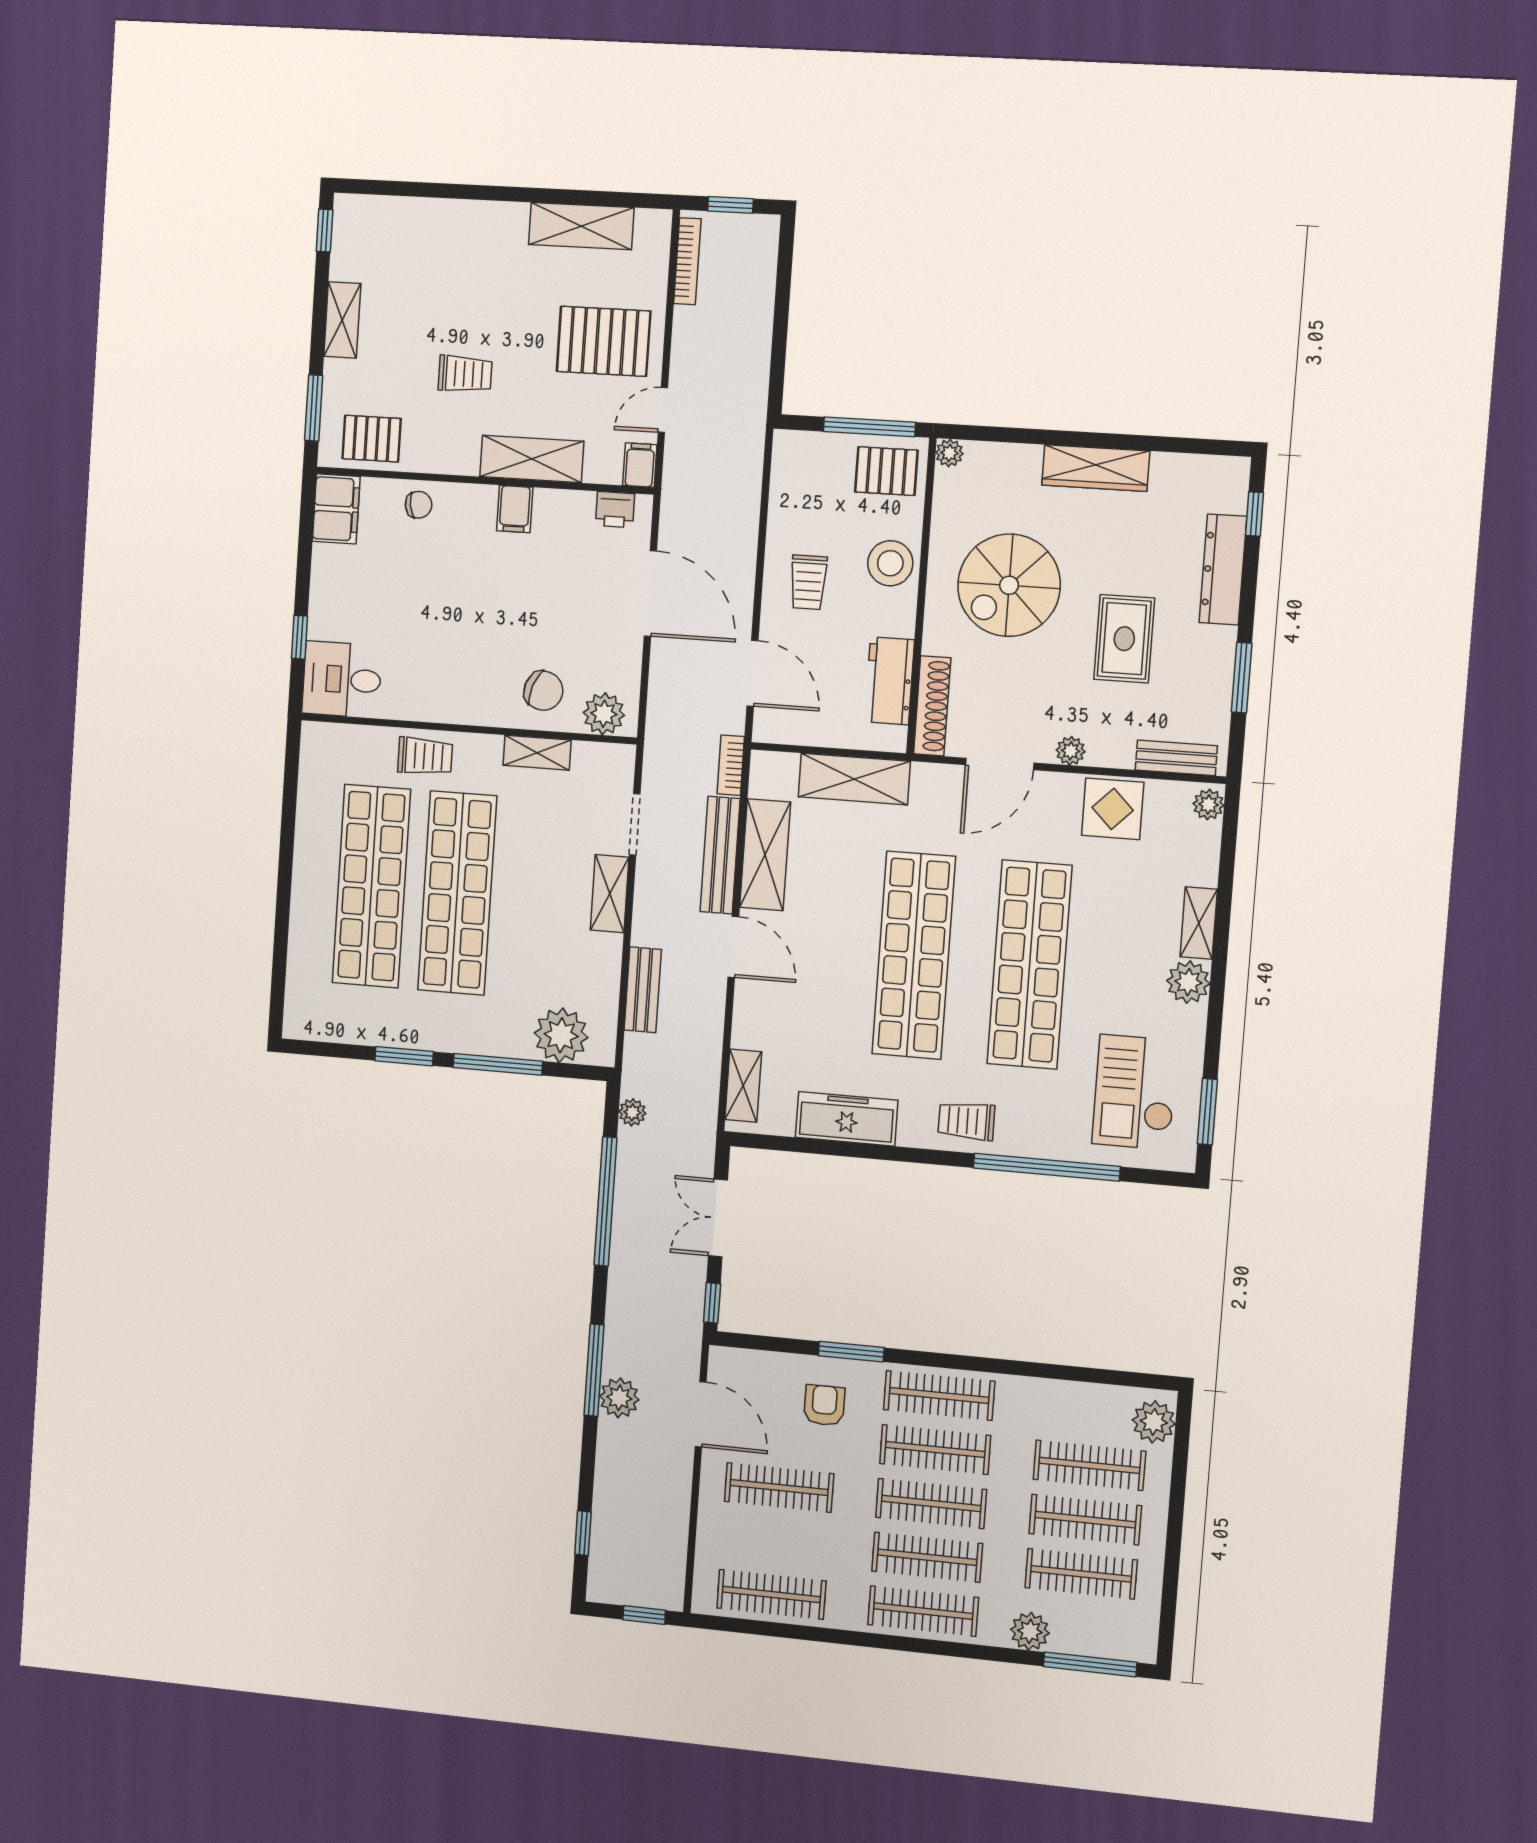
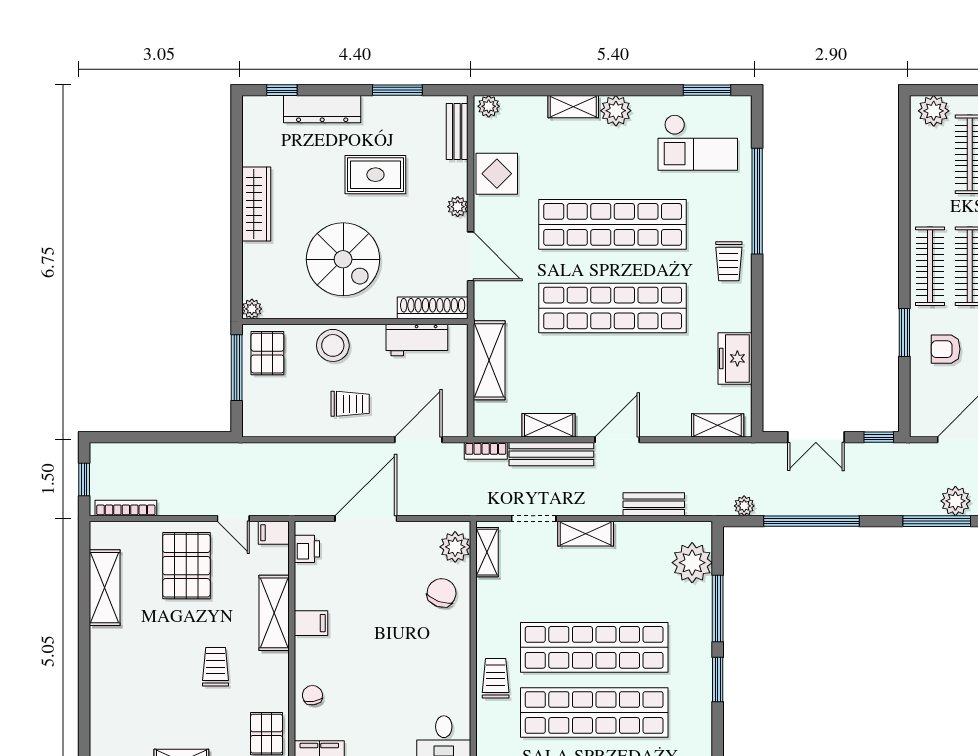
shelving: (537, 753) -> (487, 552), moved
shelving: (765, 855) -> (549, 425), width x0.67, depth x0.75
freezer: (847, 1119) -> (735, 358), width x0.71

